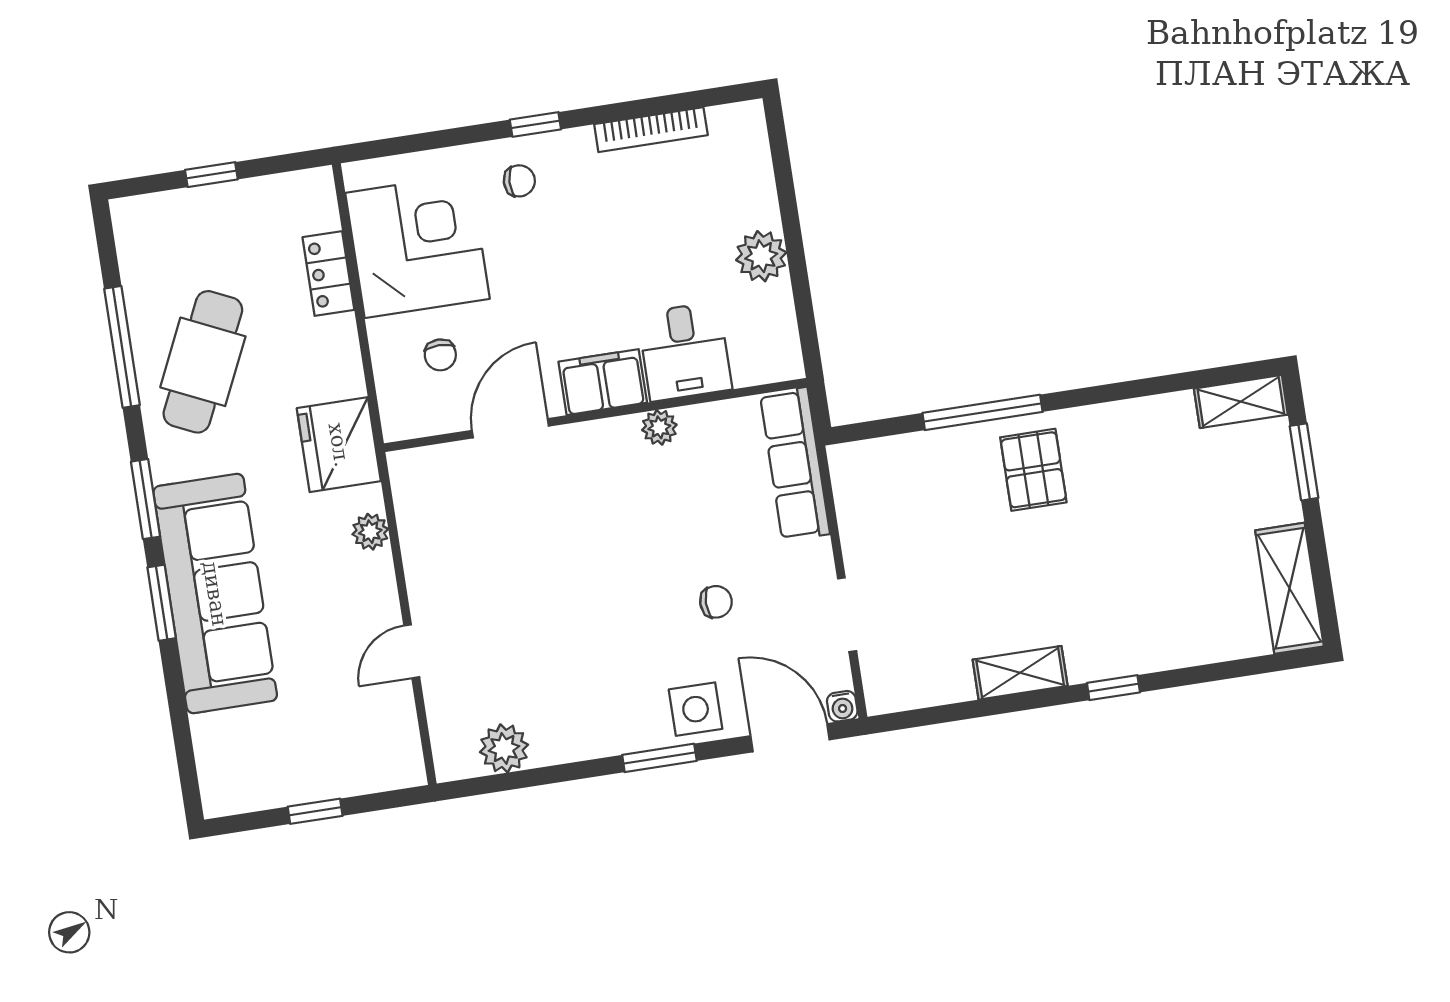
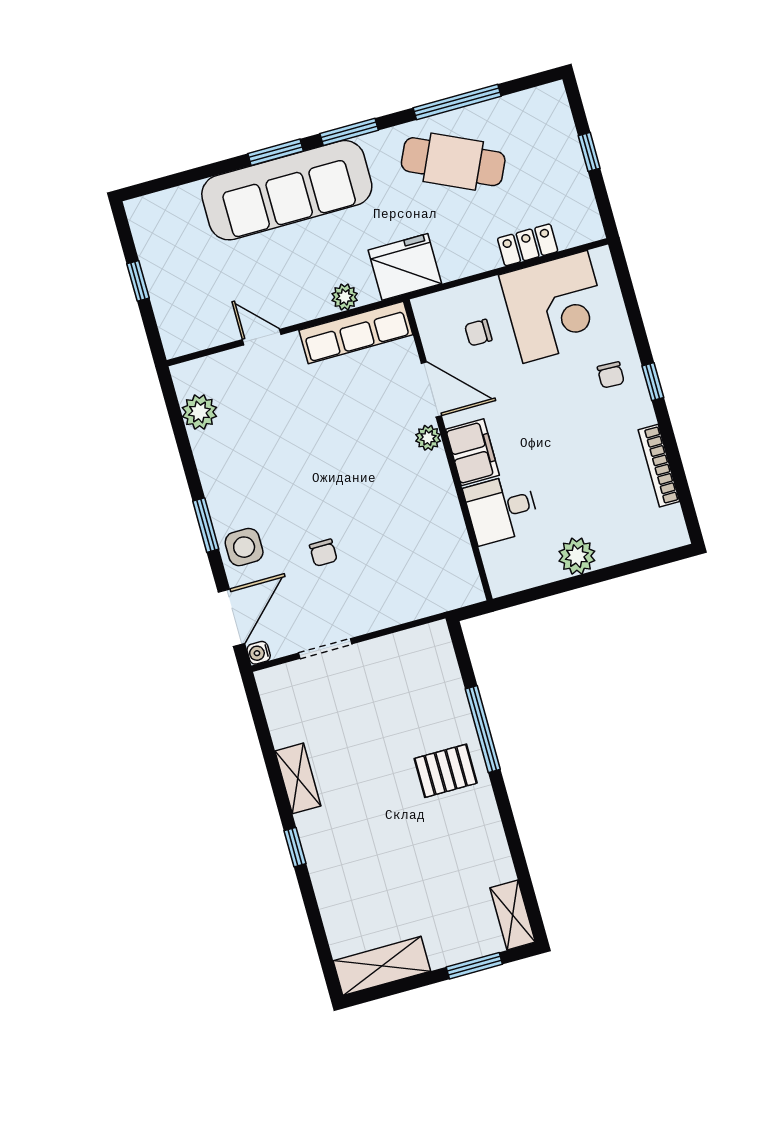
plant: (659, 427) -> (428, 438), moved
row of seats: (795, 464) -> (356, 332), moved, turned 180

